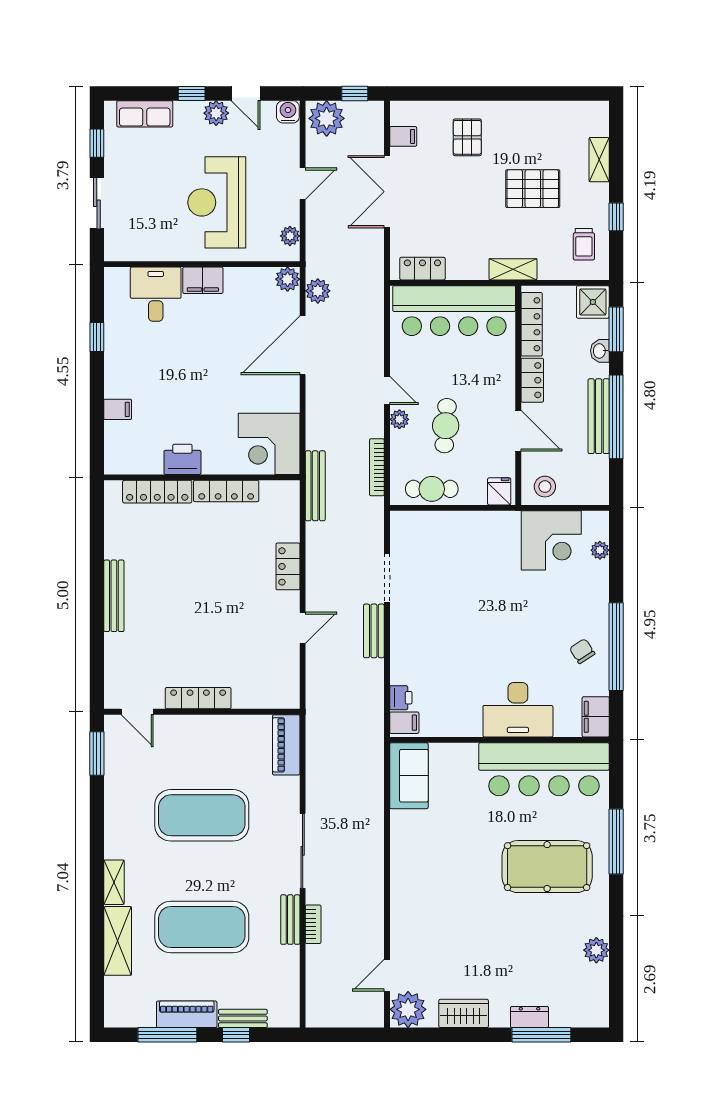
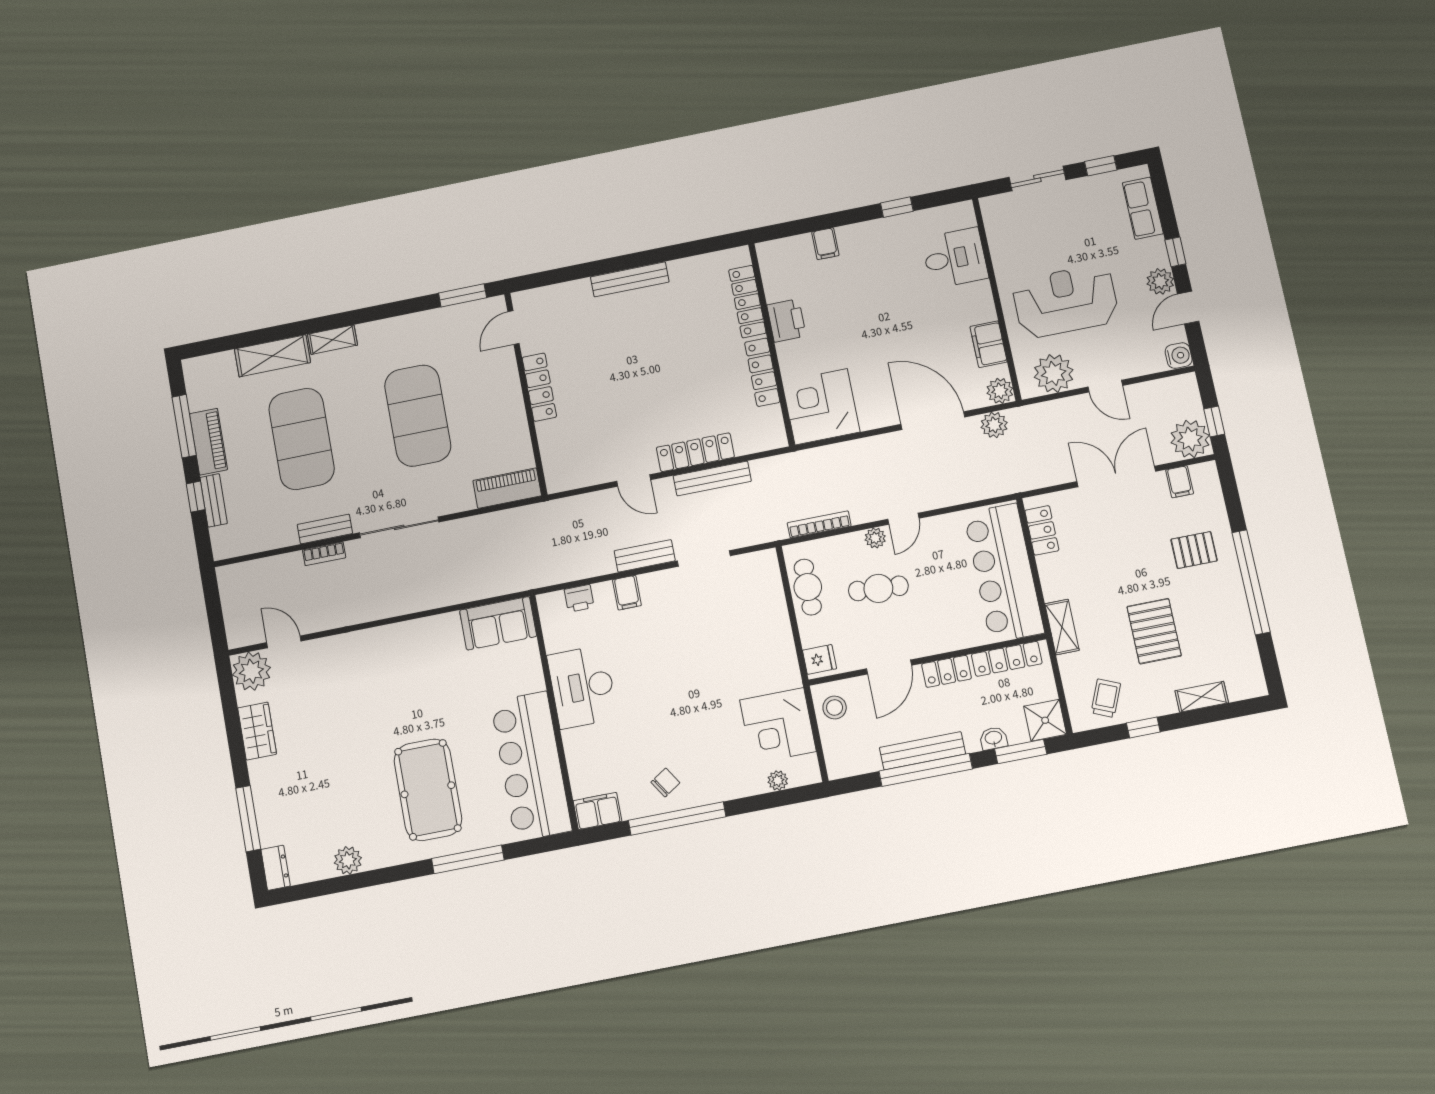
window: (506, 93) -> (1251, 582), added
plant: (327, 118) -> (1190, 439), moved
plant: (290, 236) -> (1054, 373), width x1.88, depth x1.88
trolley: (584, 244) -> (1106, 698), turned 113
filing cabinet: (203, 280) -> (989, 344), moved
bench: (315, 486) -> (712, 478), moved
locker: (288, 566) -> (695, 452), width x1.53
desk: (518, 710) -> (582, 687), moved
filing cabinet: (404, 723) -> (627, 593), moved
dresser: (529, 1017) -> (276, 868), moved

